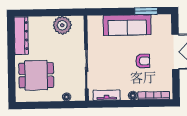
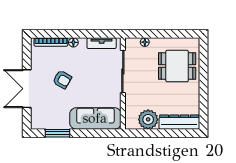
sofa: (127, 25) -> (95, 118), moved
dresser: (21, 36) -> (179, 122), moved, turned 90
armchair: (143, 61) -> (62, 80), turned -150

